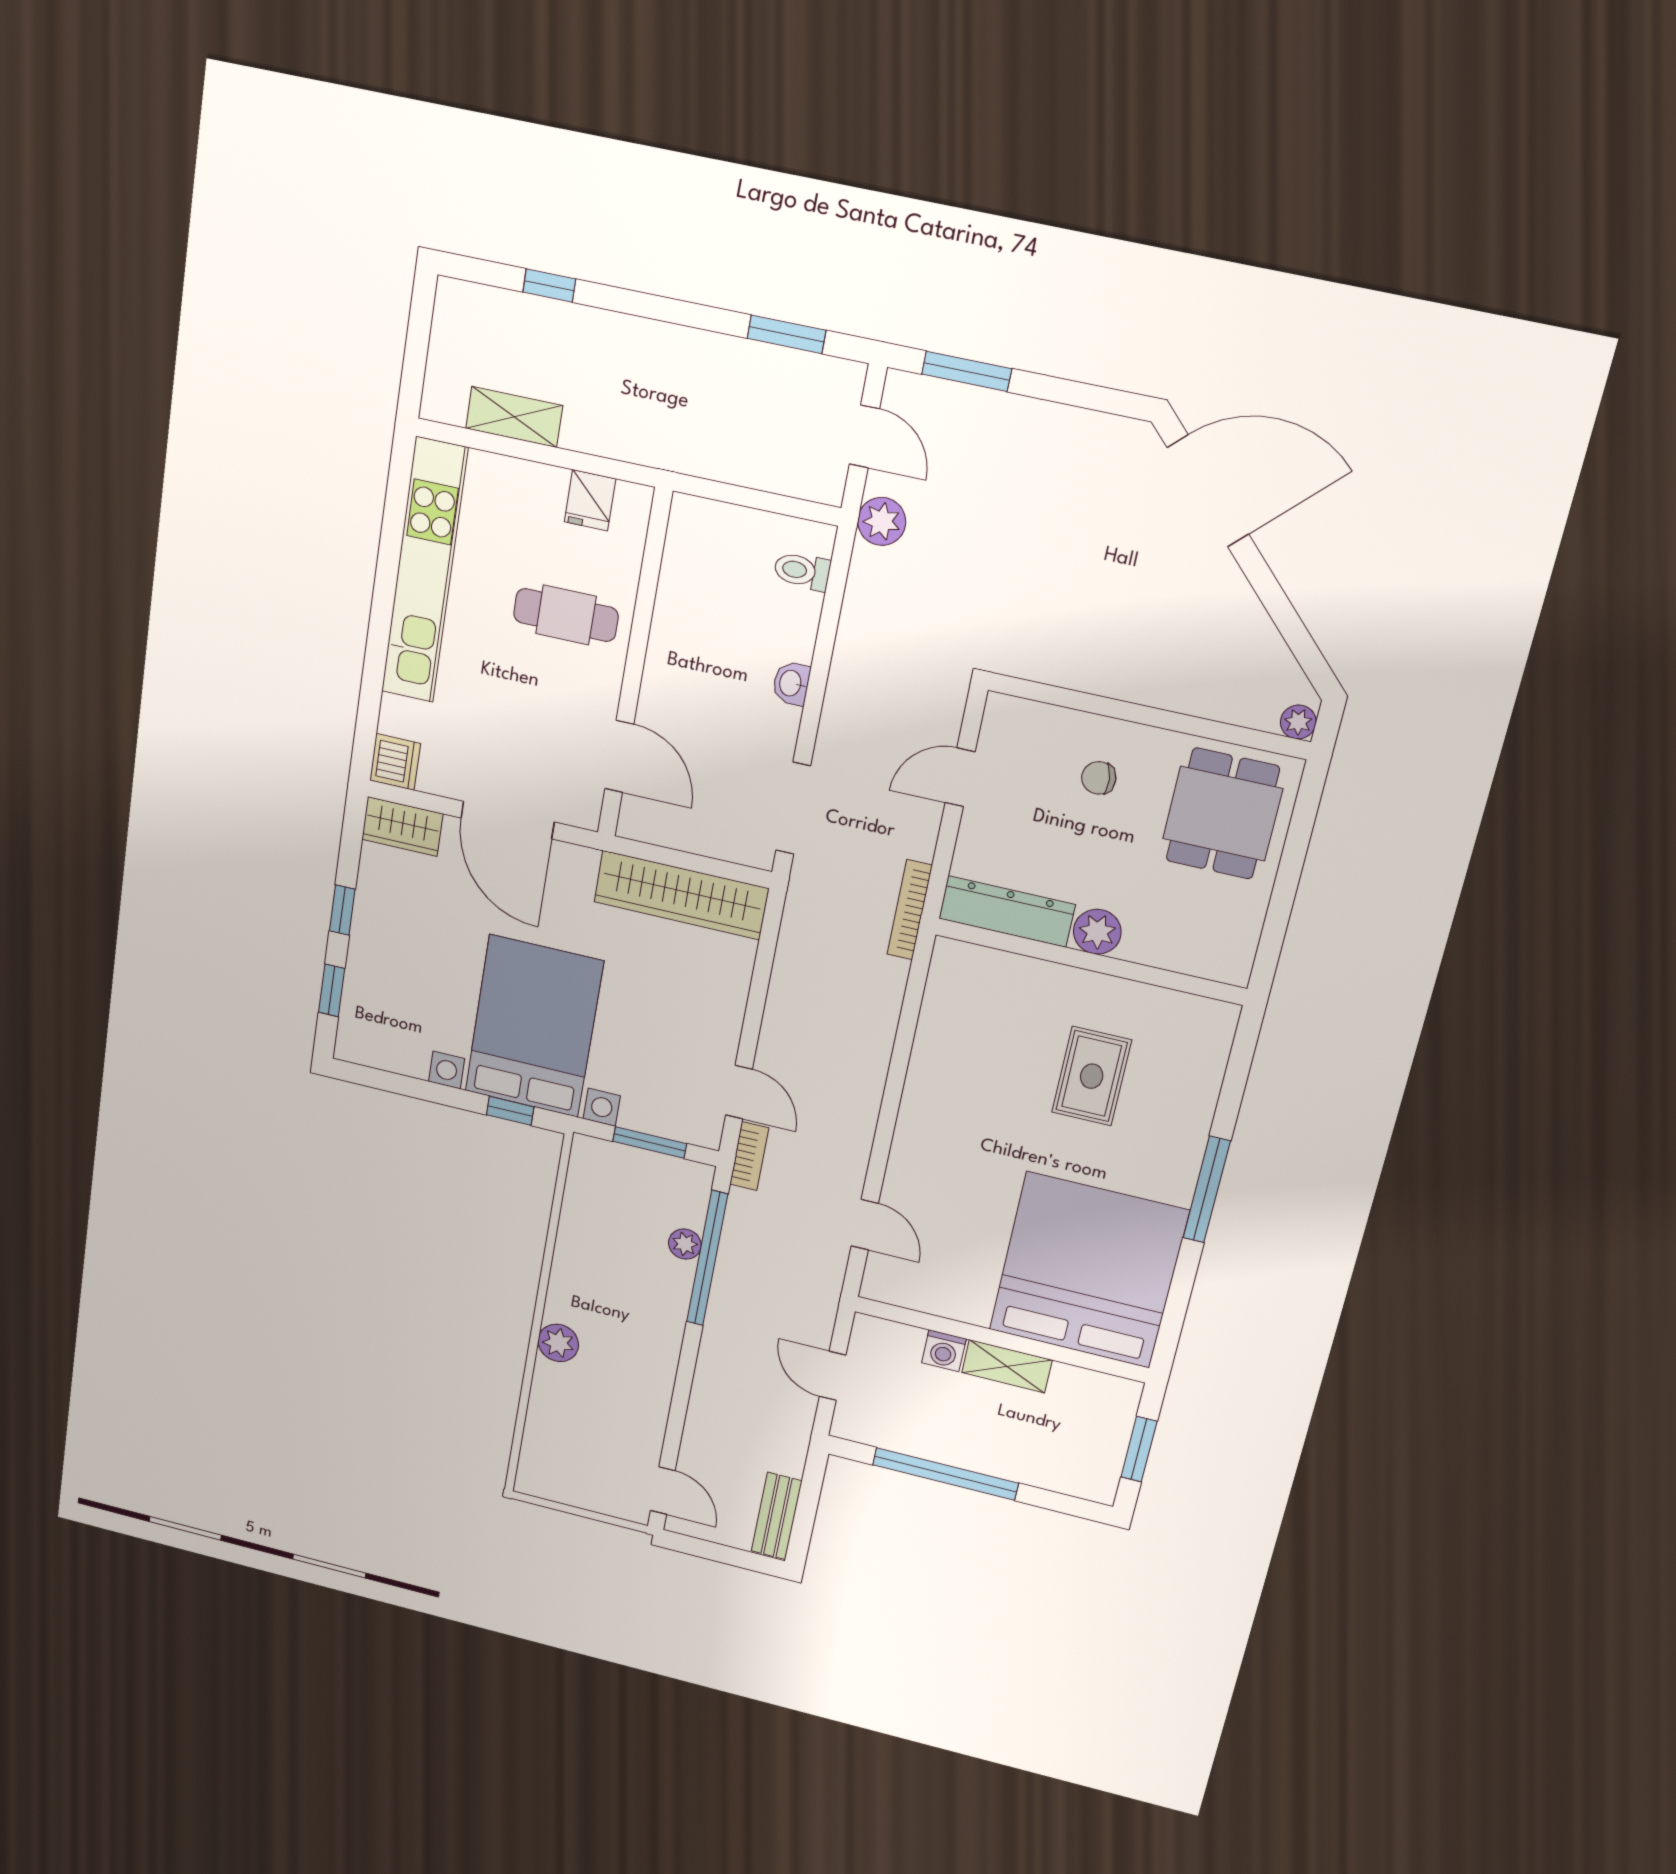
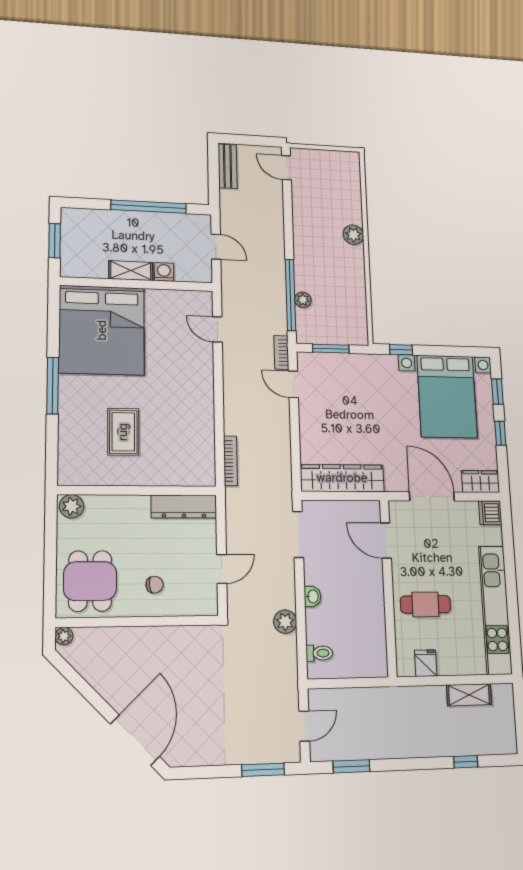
door: (864, 436) -> (304, 726), swing flipped
door: (1208, 491) -> (135, 740), swing flipped
plant: (882, 521) -> (285, 622), moved
bookcase: (910, 910) -> (230, 461), moved
plant: (1097, 932) -> (72, 506), moved
bed with nightstands: (534, 1026) -> (447, 396), moved

